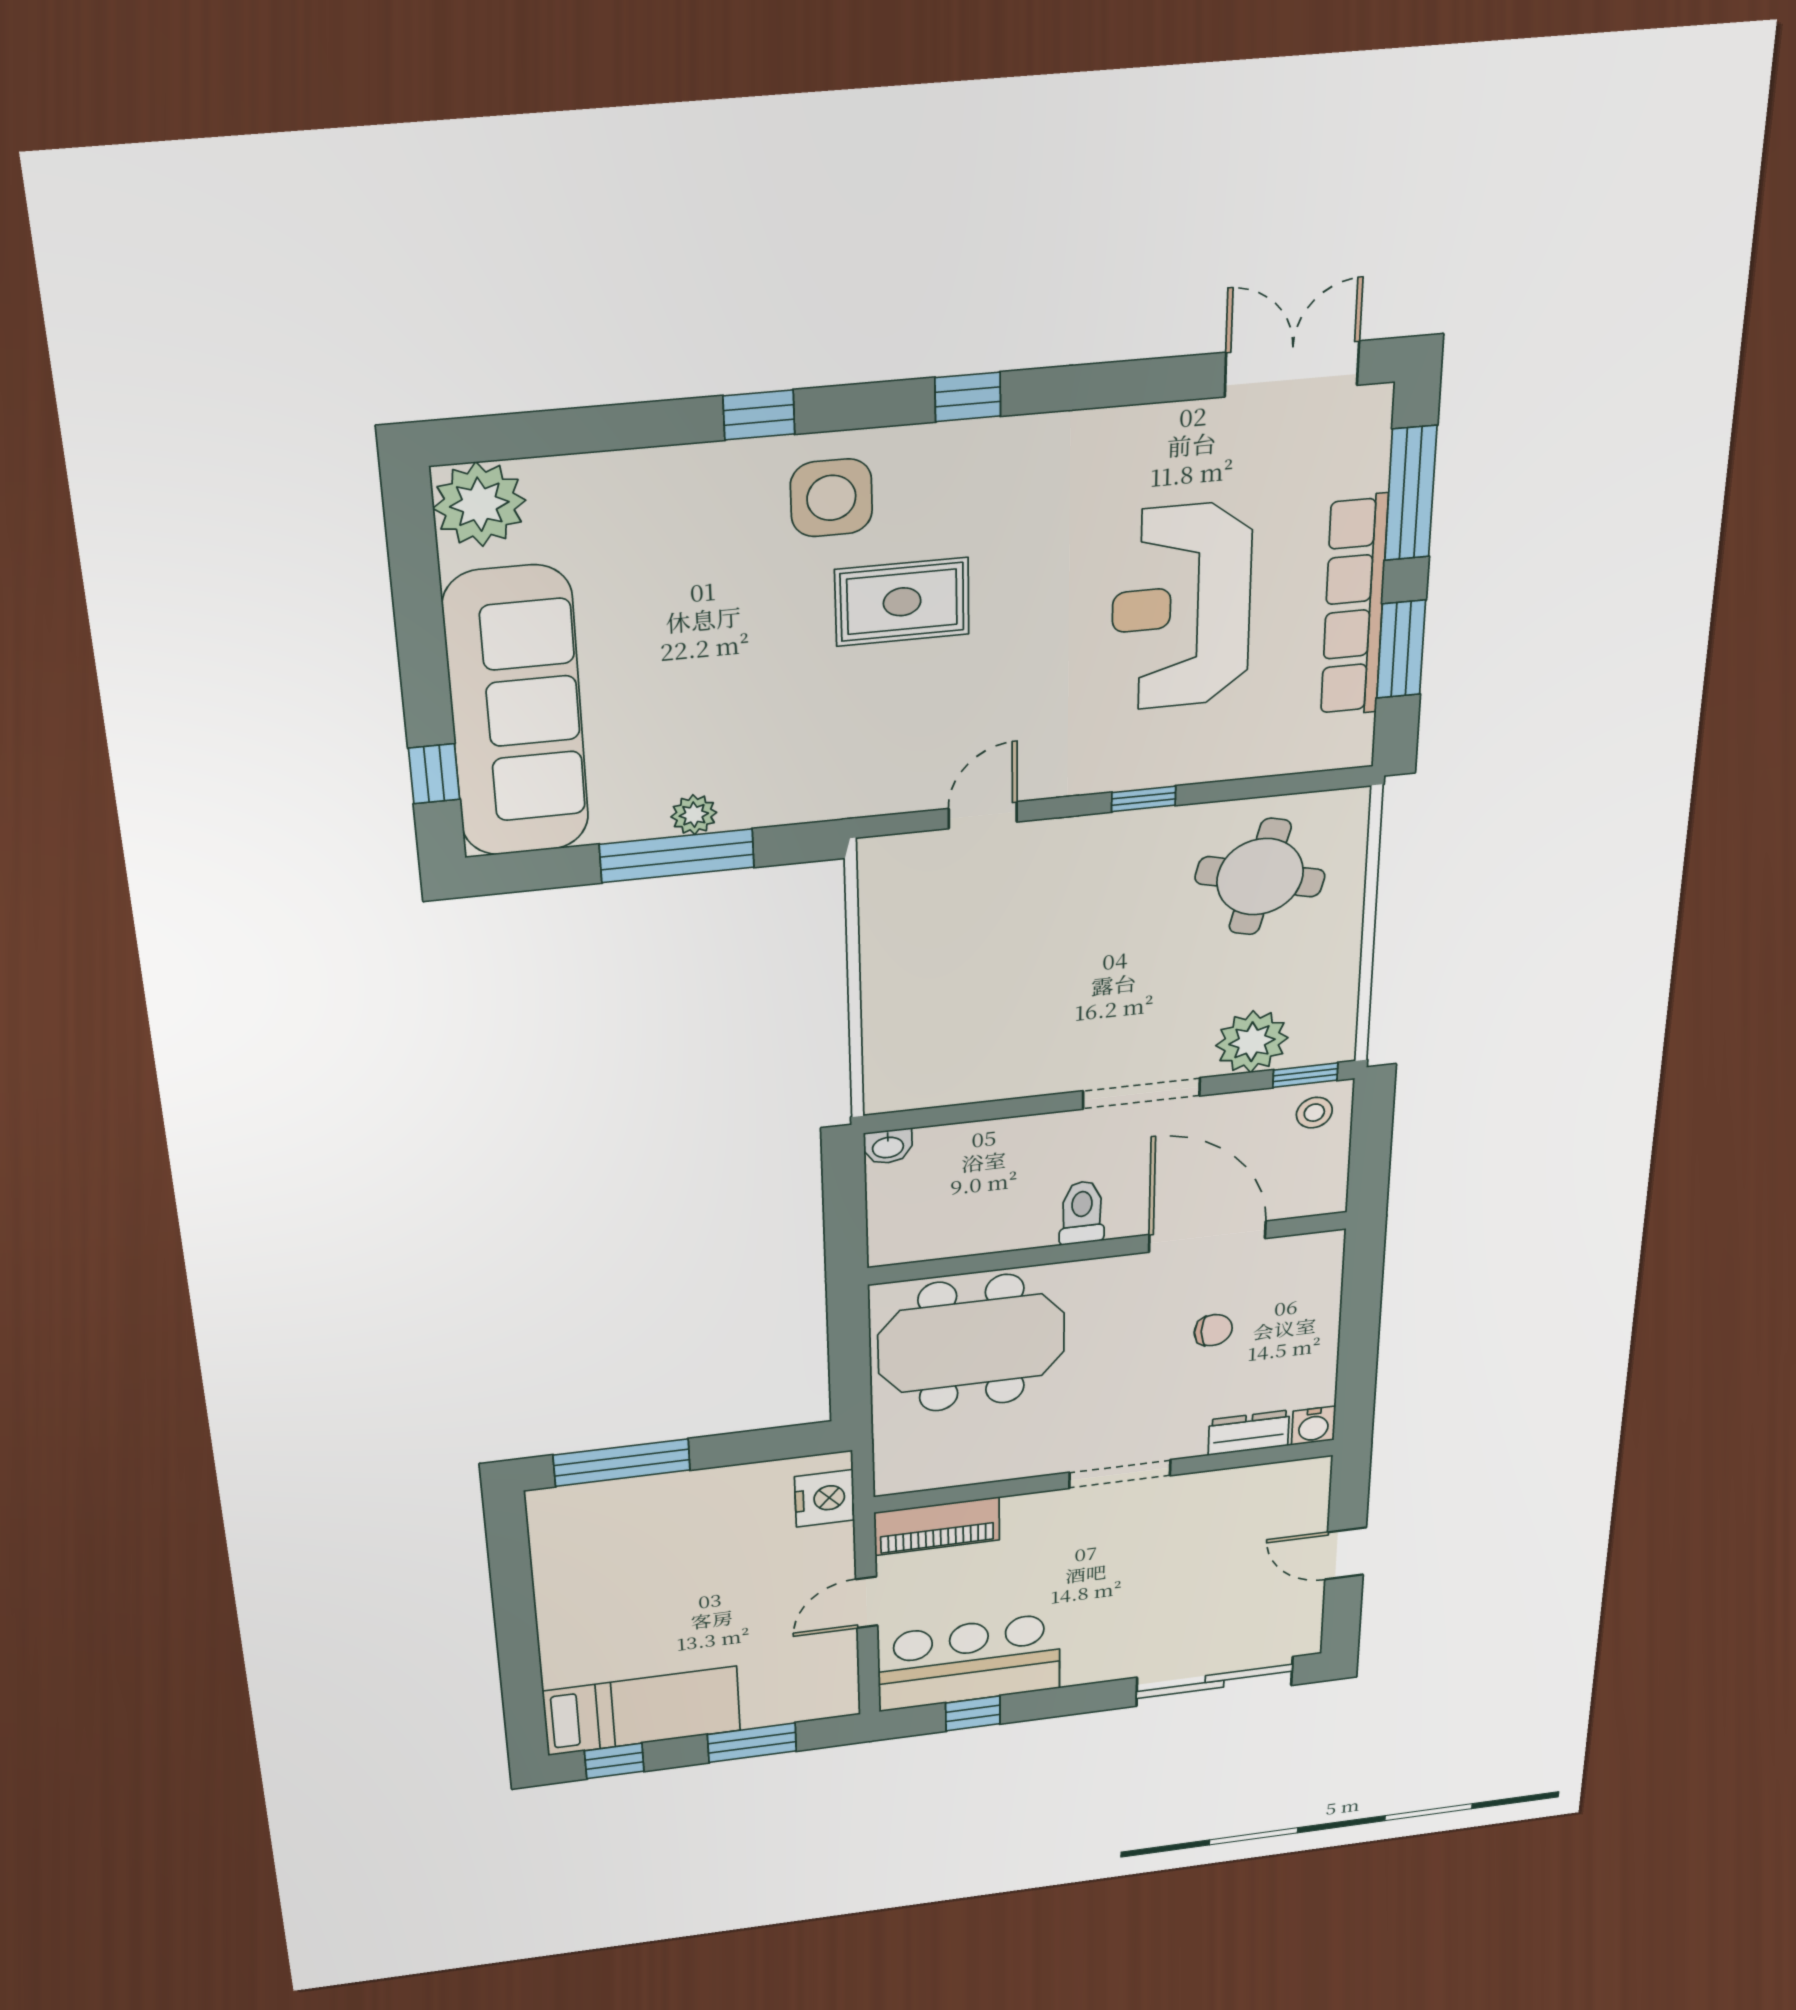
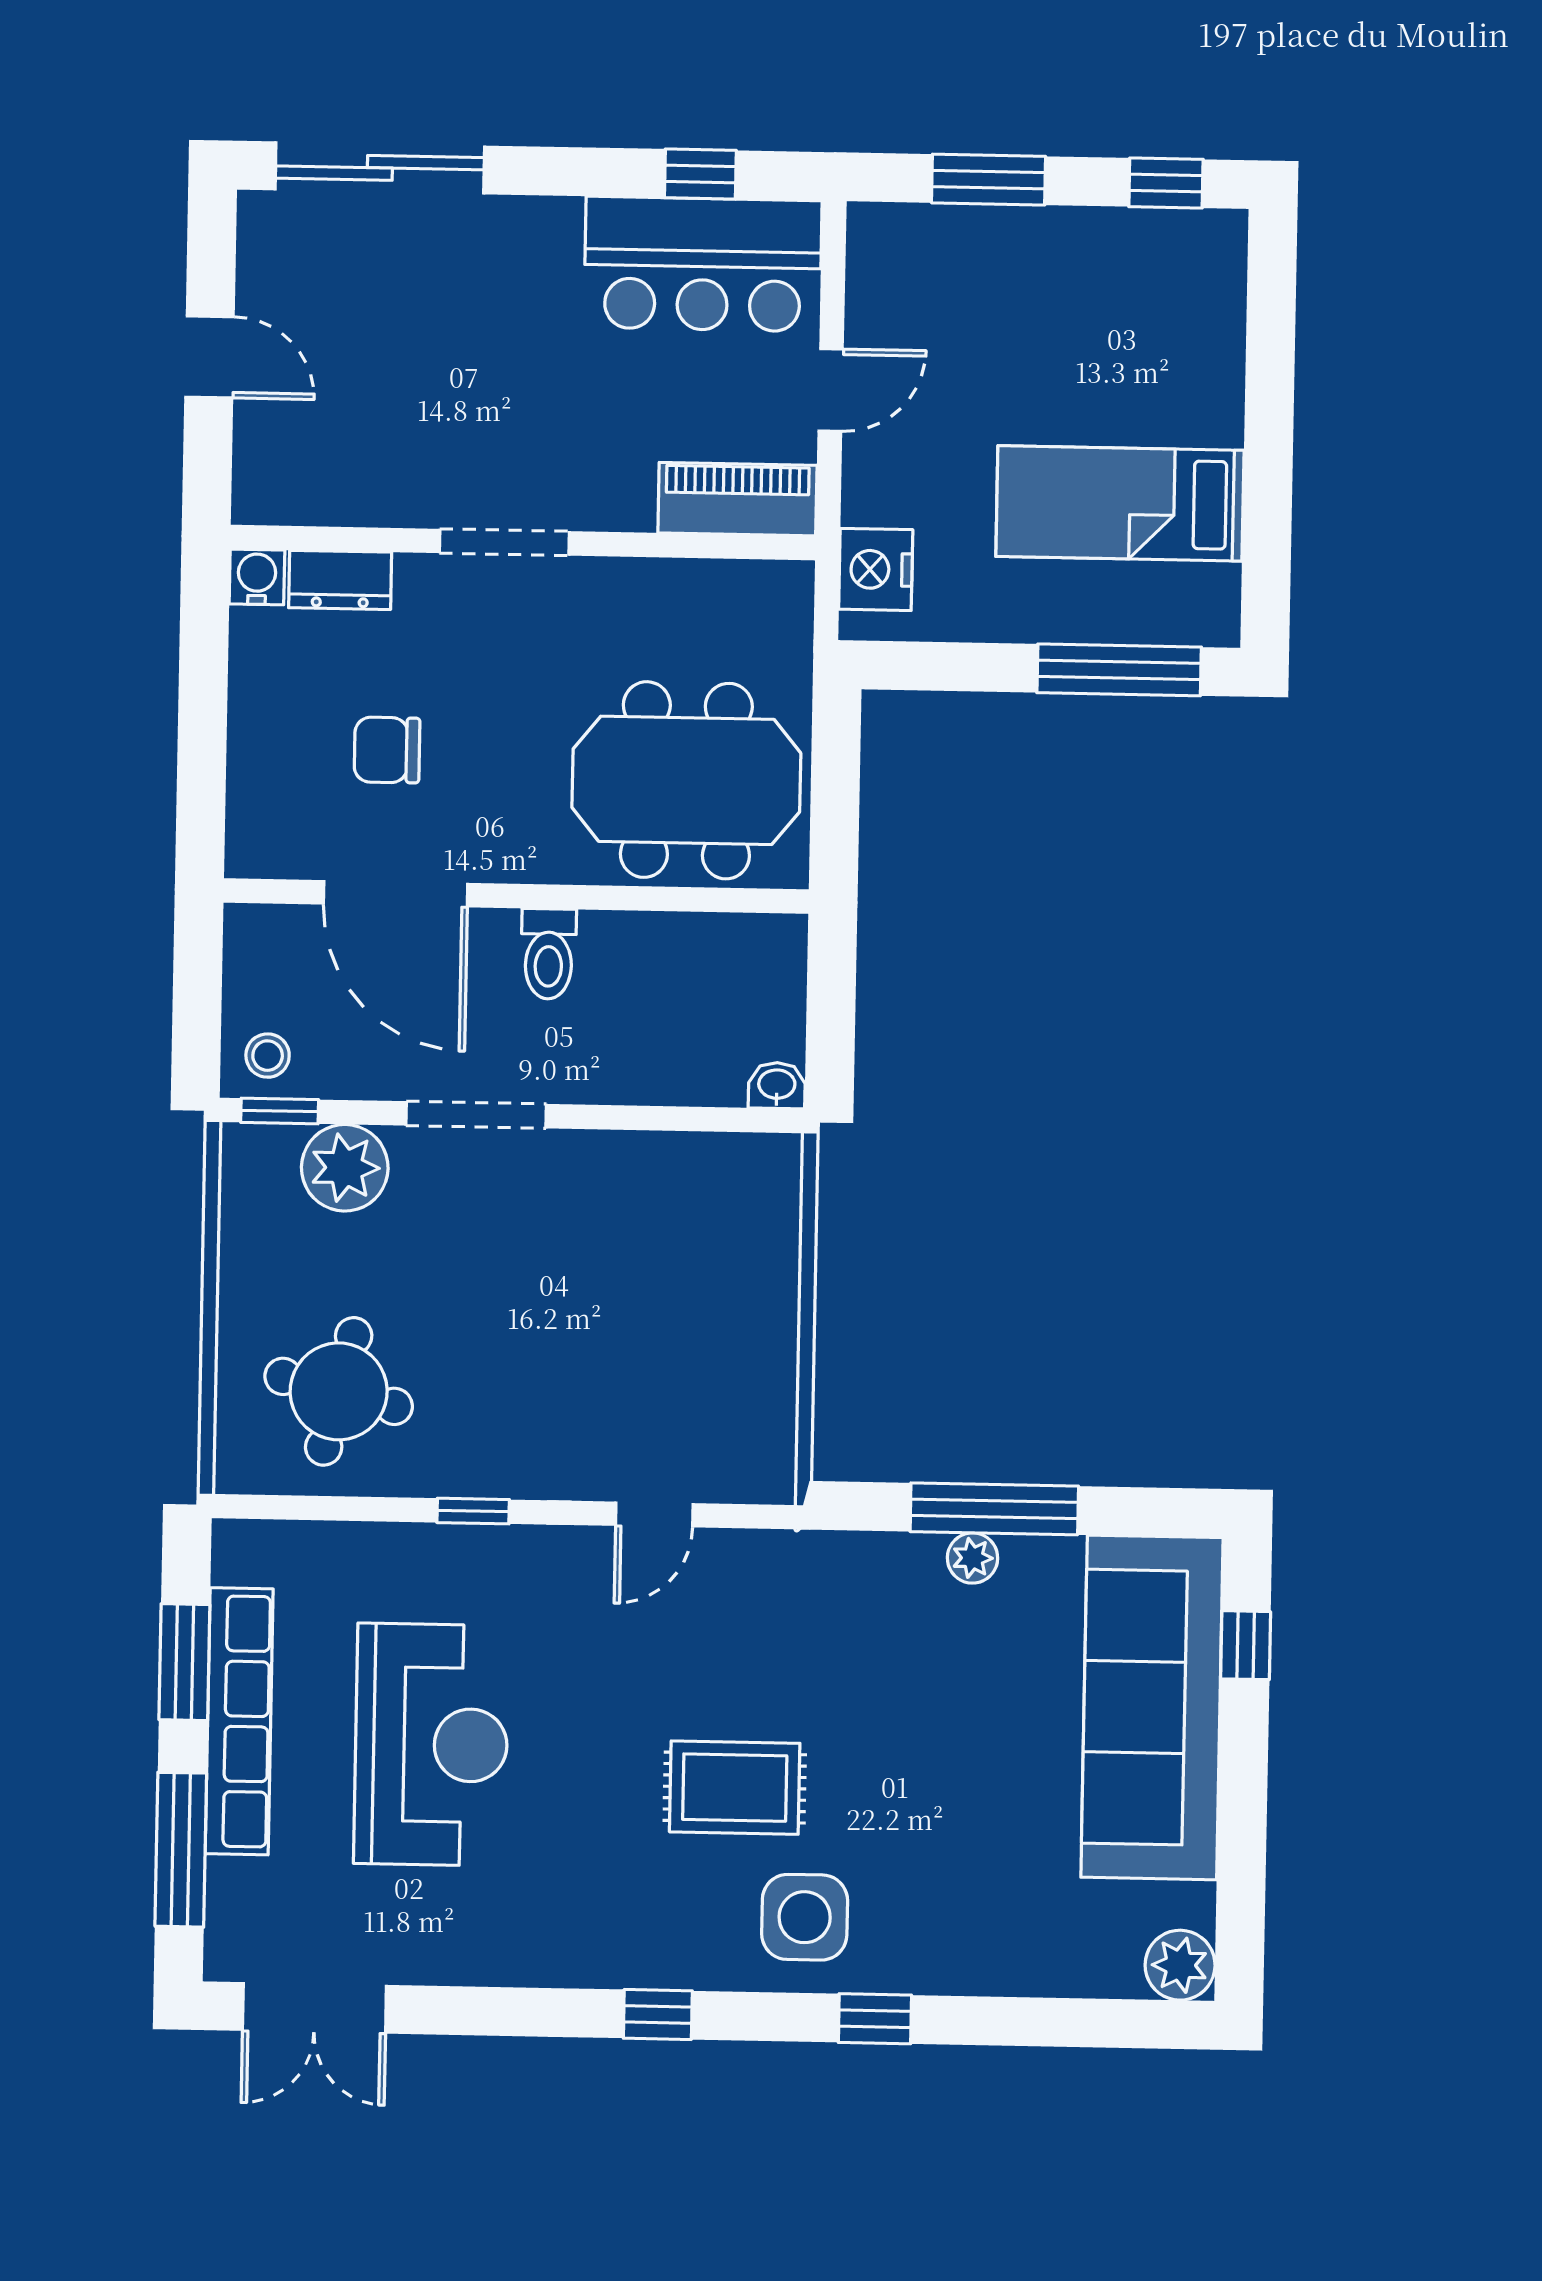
plant: (479, 504) -> (1180, 1965), width x0.73, depth x0.73
chair: (1213, 1330) -> (387, 750), width x1.37, depth x1.37
bed: (642, 1711) -> (1120, 503), moved

